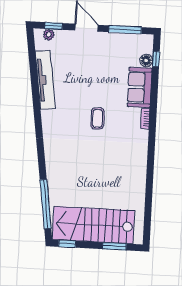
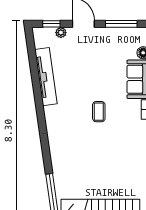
plant: (49, 35) -> (61, 33), moved

